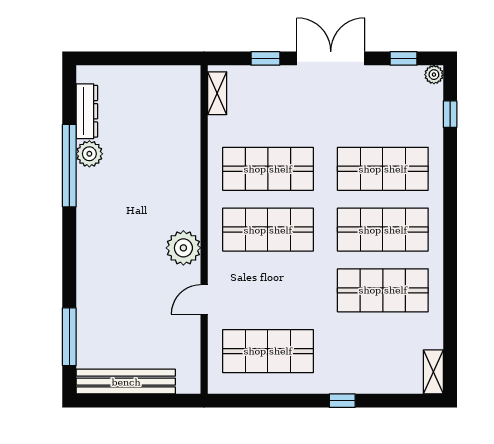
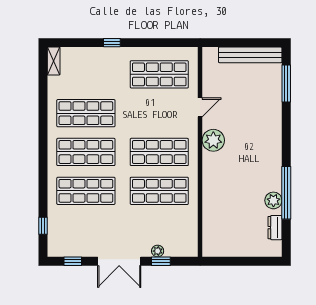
plant: (434, 75) -> (158, 251), moved
shelving: (217, 93) -> (192, 239), removed
dresser: (87, 111) -> (275, 228), width x0.70

